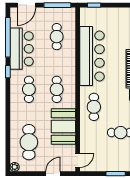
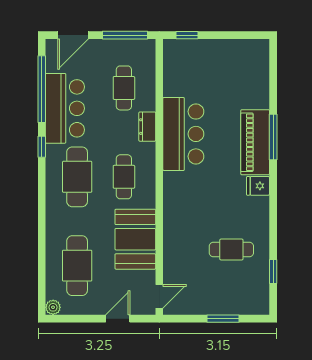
bar counter: (92, 56) -> (183, 134), width x0.73
dresser: (71, 60) -> (147, 127), added
cafe table: (29, 89) -> (77, 177), width x1.37, depth x1.35
cafe table: (94, 107) -> (186, 206), removed

